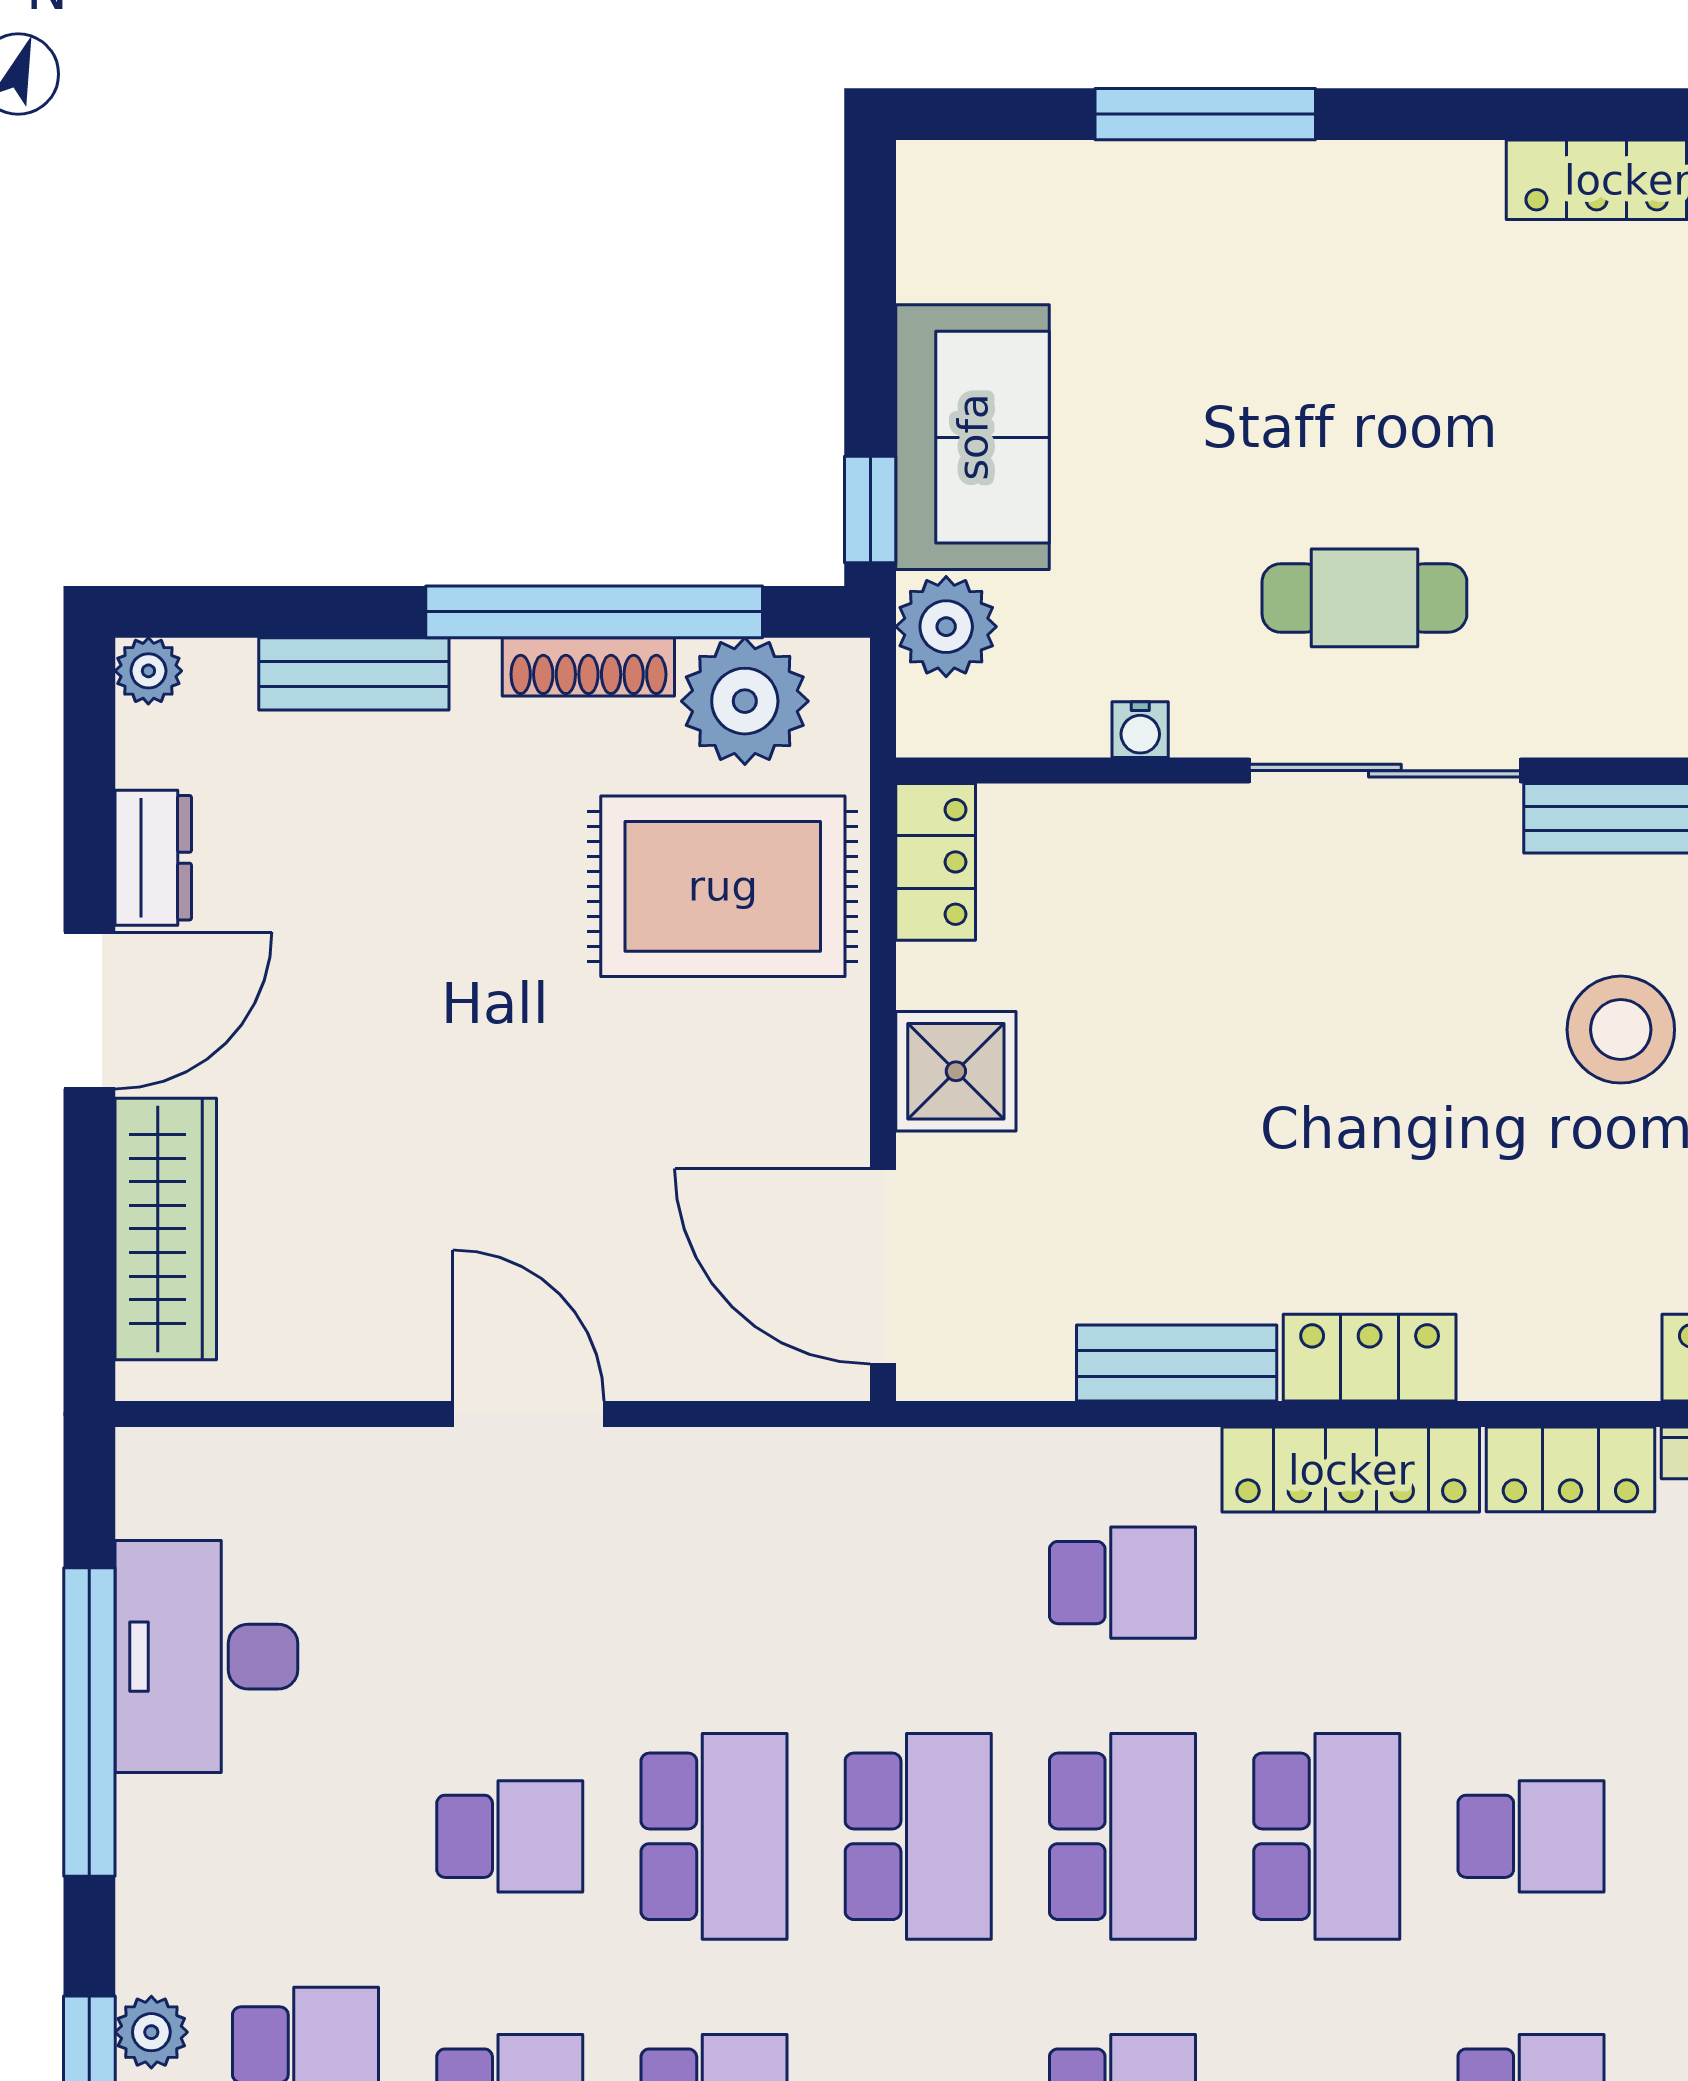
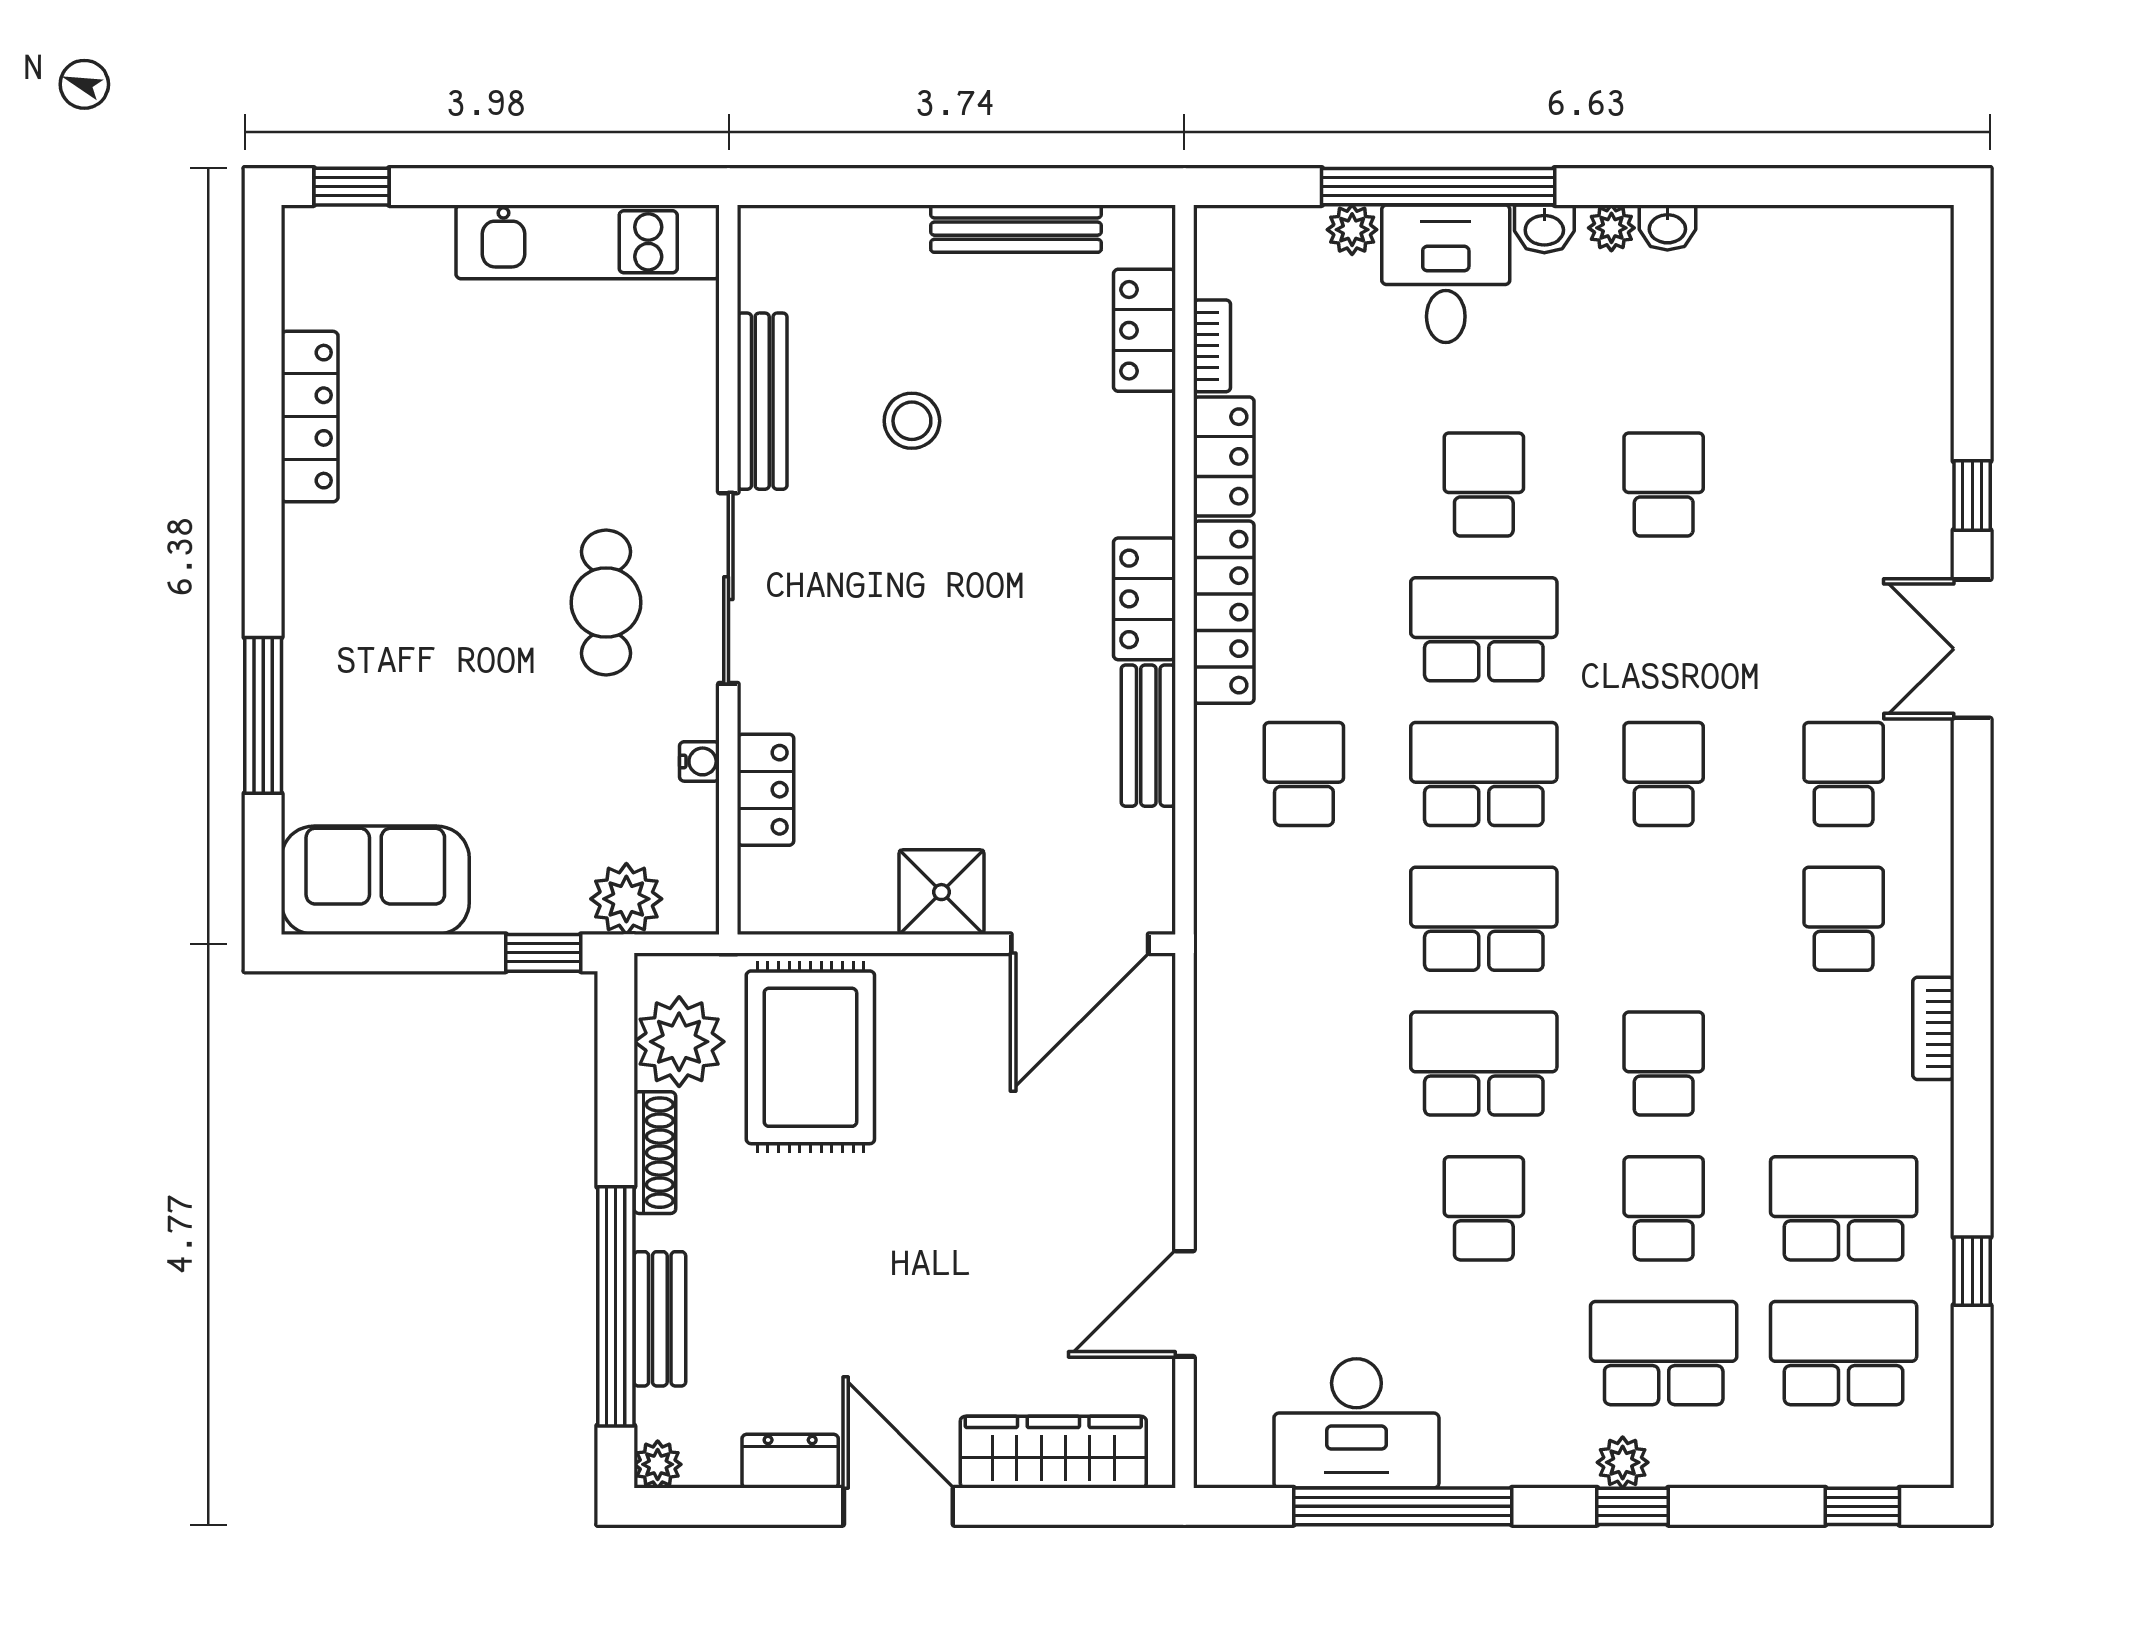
sofa: (973, 437) -> (375, 880), moved
window: (594, 612) -> (616, 1306), moved
locker: (936, 862) -> (766, 790), moved, turned 90
stool: (1621, 1030) -> (912, 421), width x0.73, depth x0.73
door: (528, 1414) -> (1184, 1304), moved

